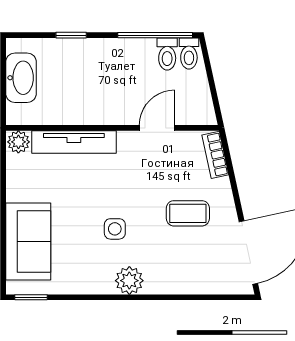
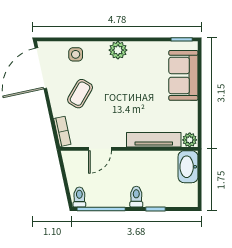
toilet: (167, 54) -> (136, 197), moved
washbasin: (21, 78) -> (188, 167), moved
coffee table: (188, 213) -> (80, 94), turned -60
side table: (115, 229) -> (76, 54), moved

